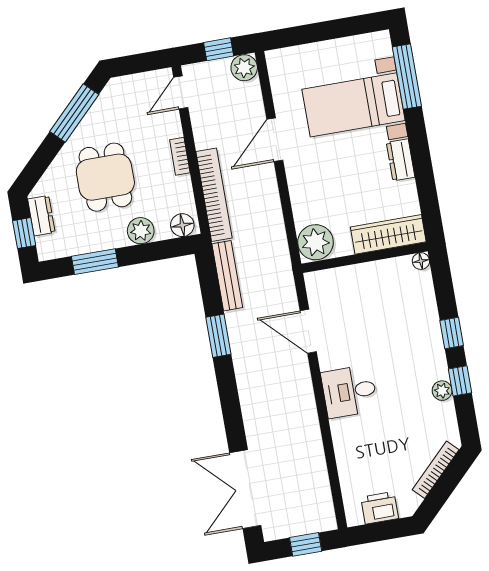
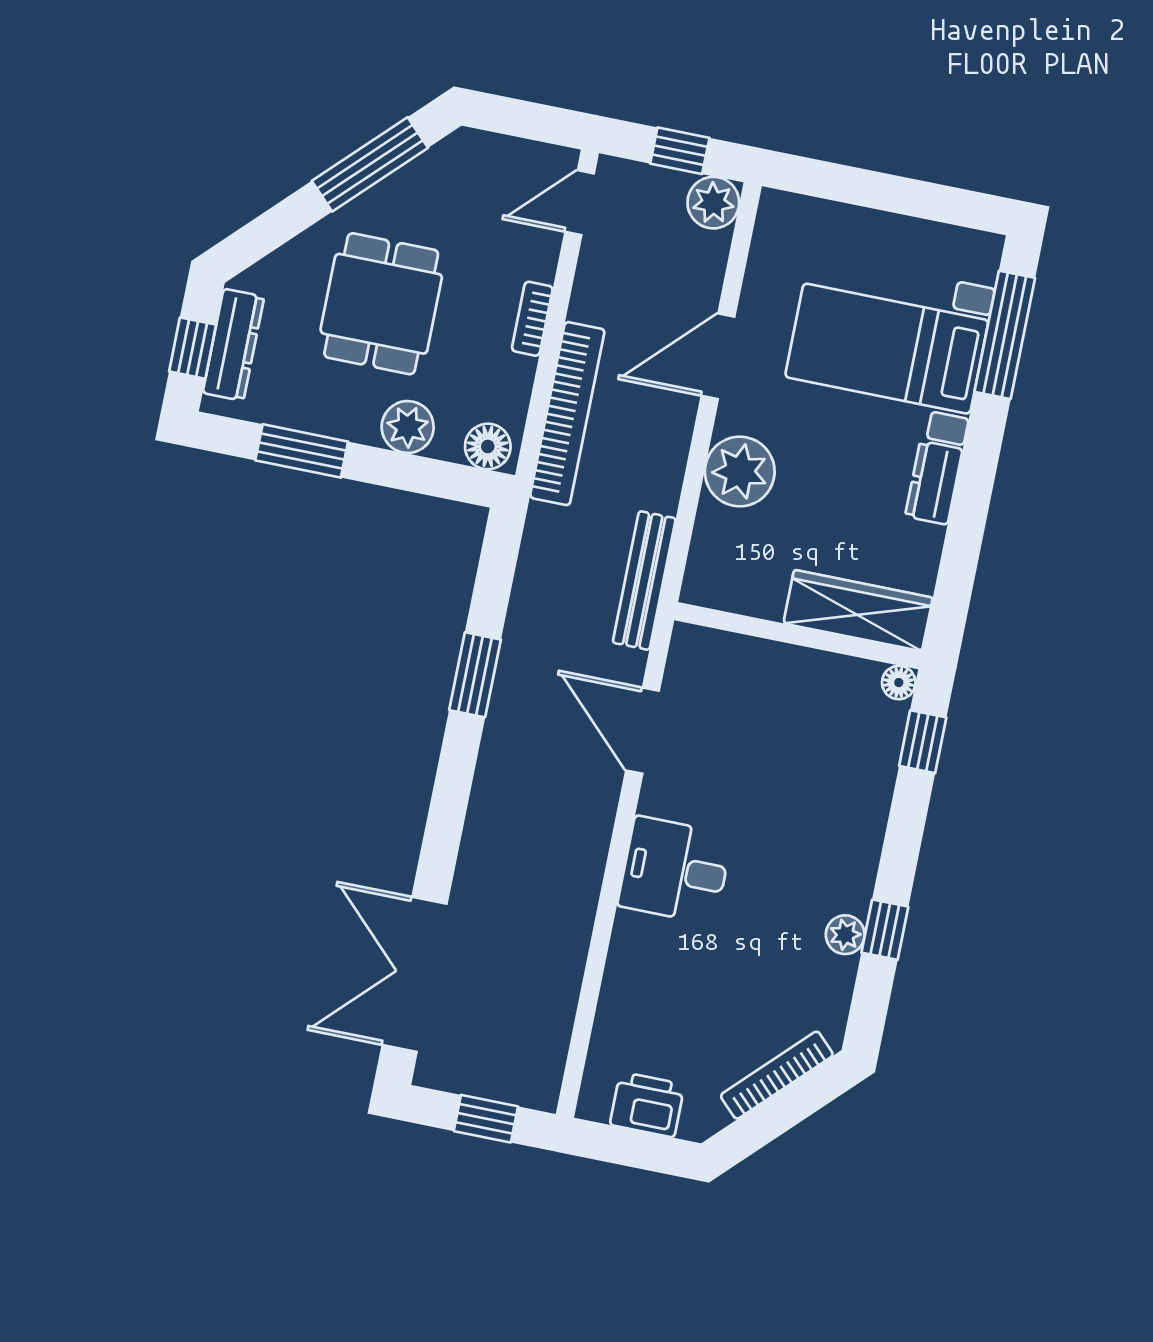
dresser: (41, 216) -> (233, 345), width x1.44
plant: (315, 242) -> (740, 472), moved
bench: (227, 276) -> (644, 580), moved
window: (452, 333) -> (923, 742), moved

